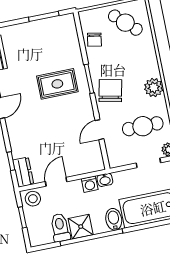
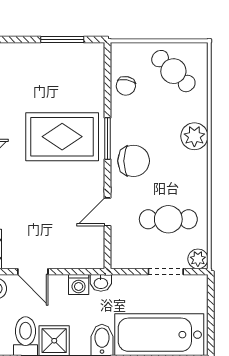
rug: (57, 84) -> (62, 137), width x1.36, depth x1.43
plant: (154, 88) -> (194, 136), moved
chair: (110, 91) -> (134, 161), turned 78
door: (56, 182) -> (33, 272), swing flipped

